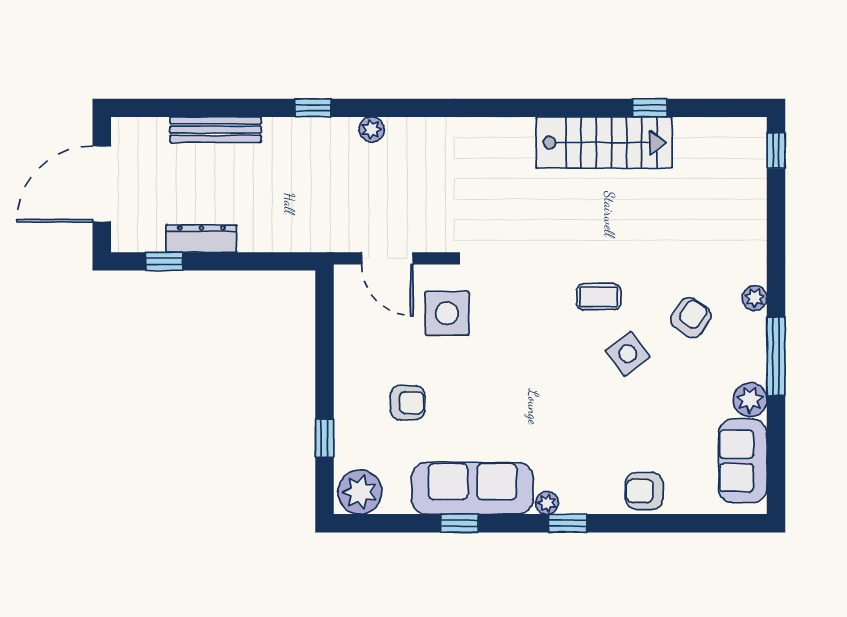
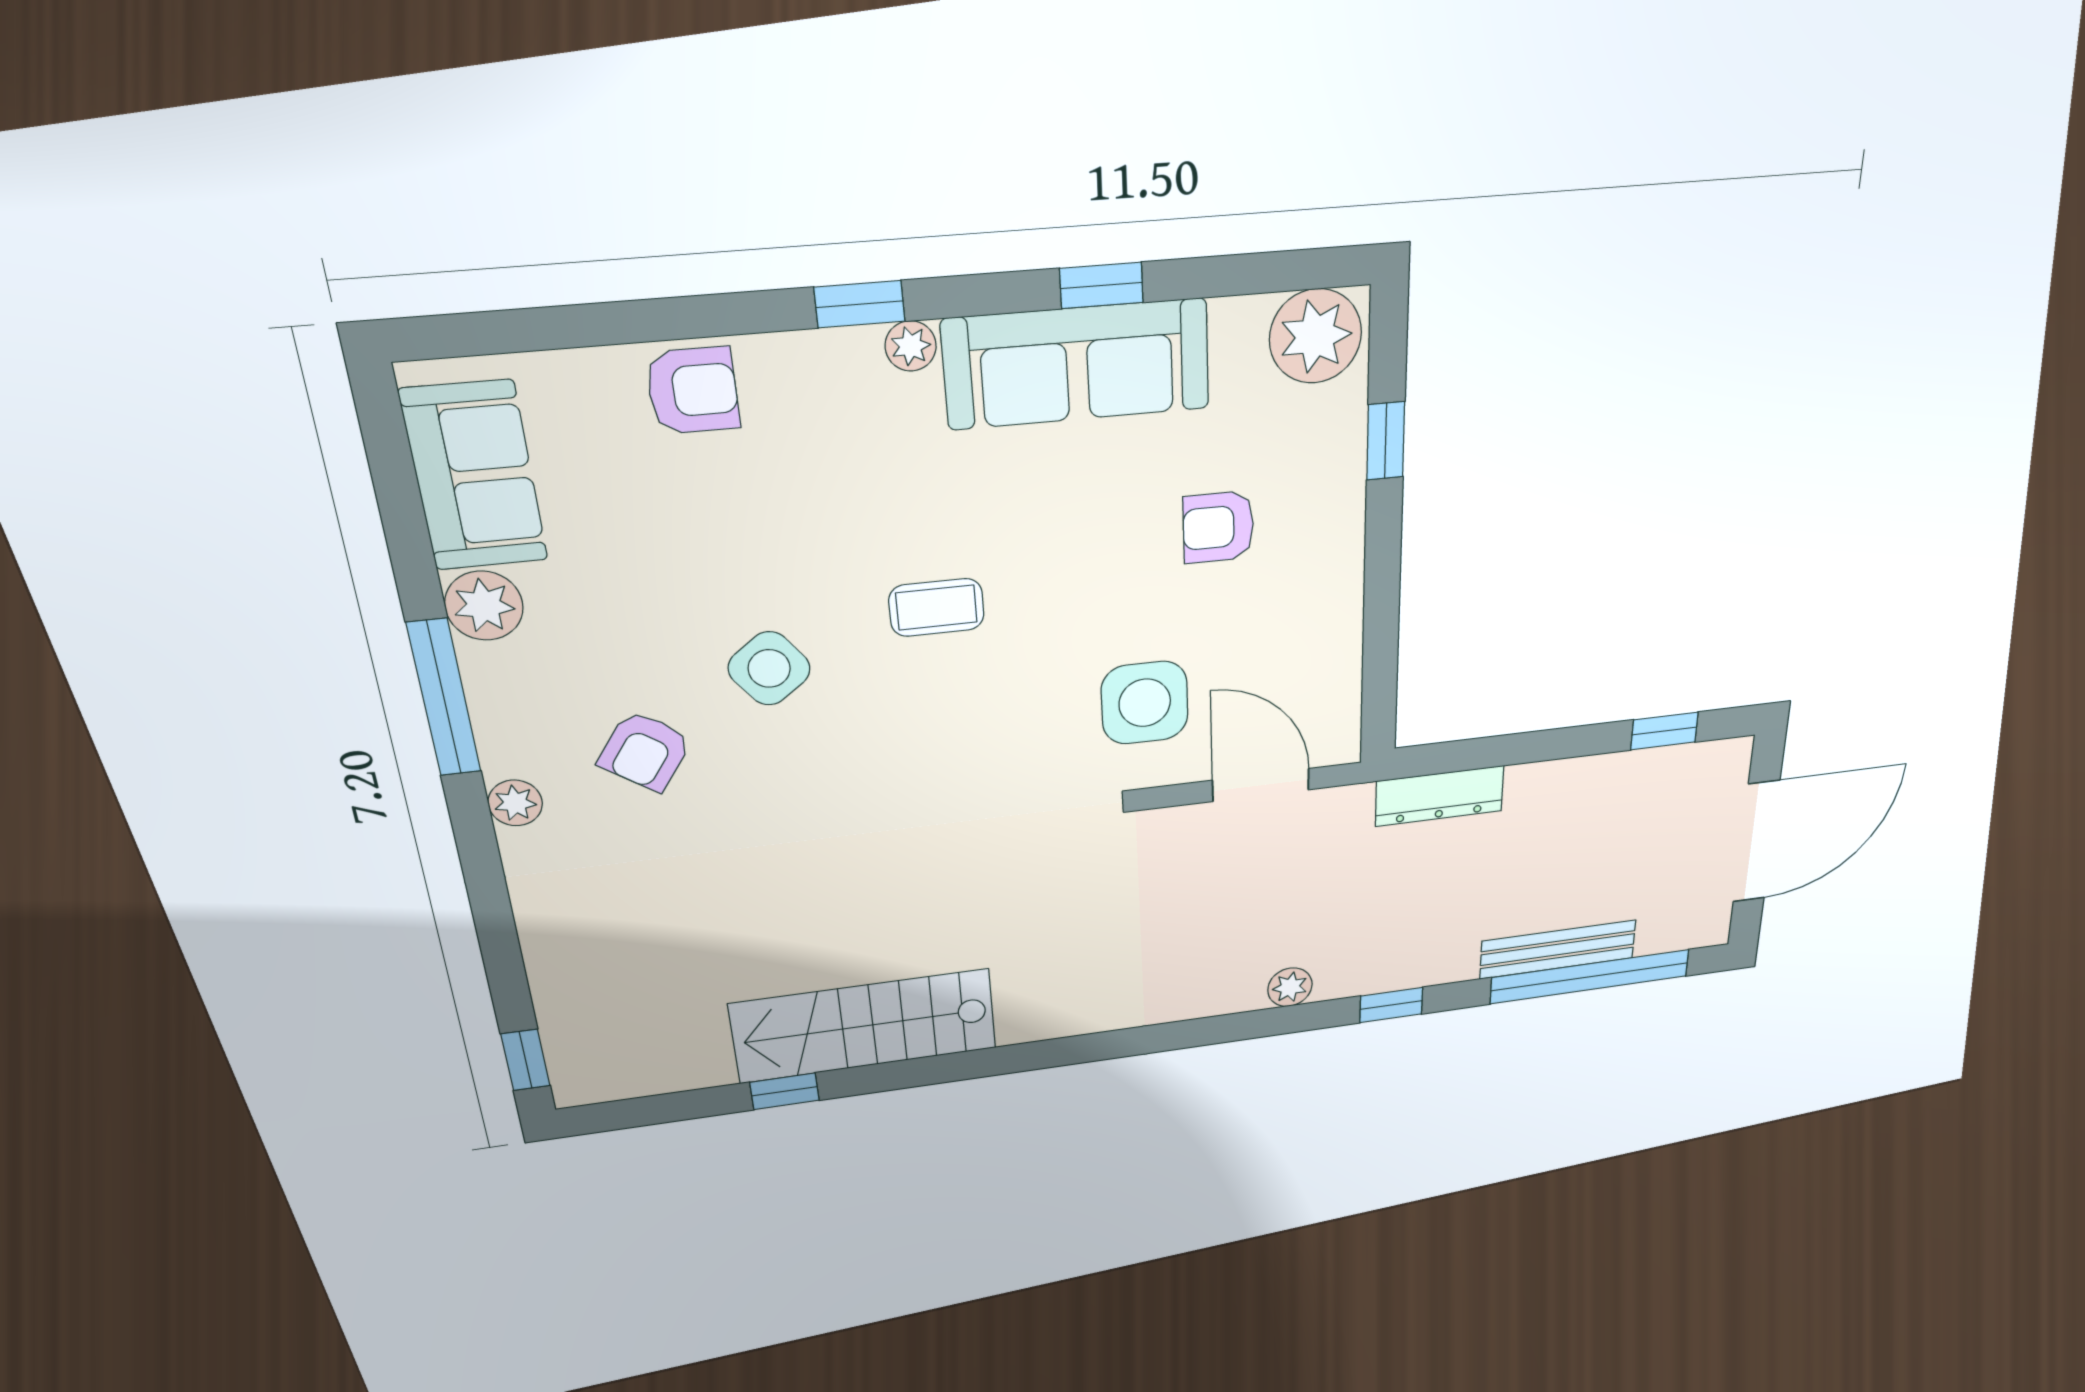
window: (195, 108) -> (1590, 977), added
dresser: (201, 239) -> (1440, 796), moved
coffee table: (599, 297) -> (936, 608), moved

